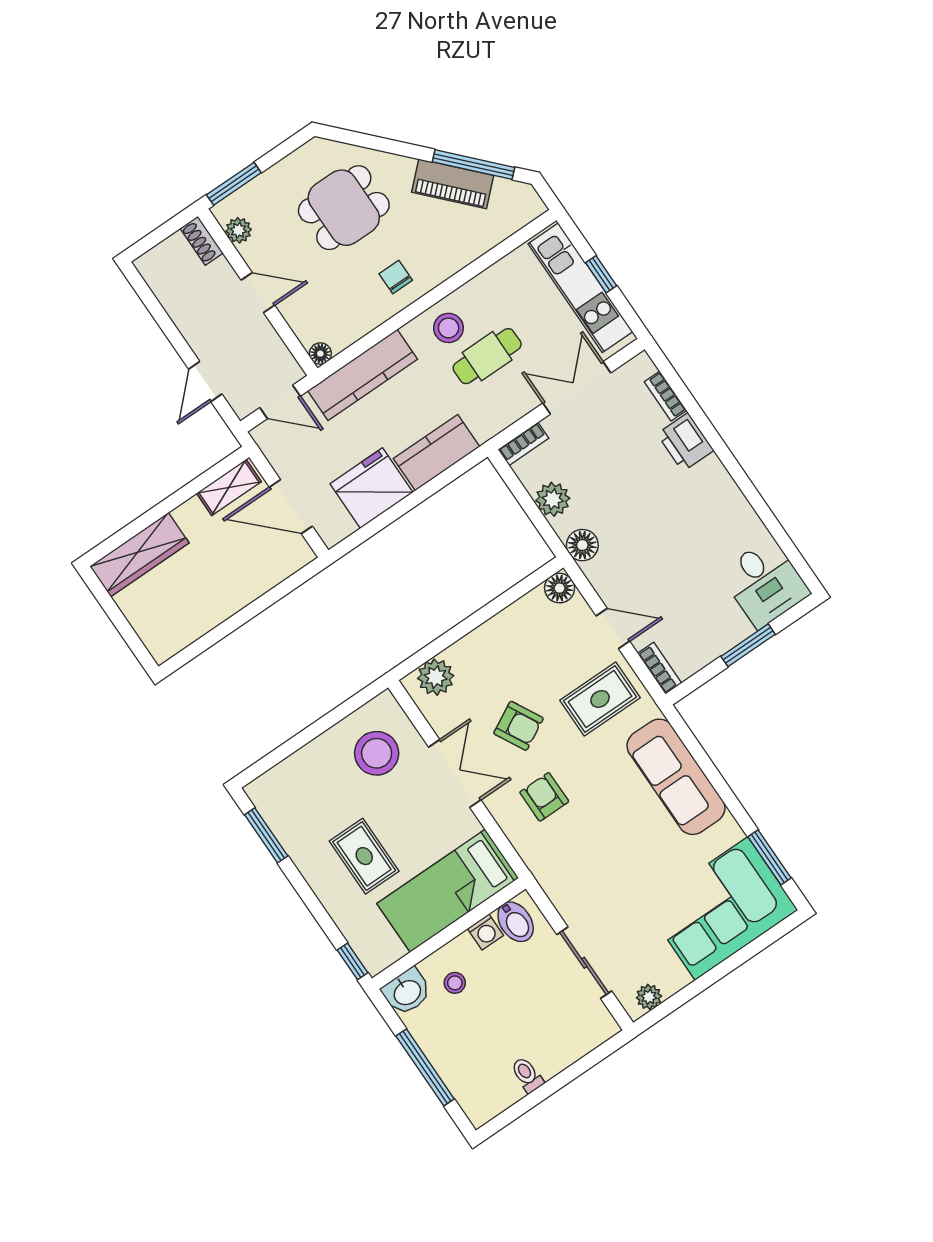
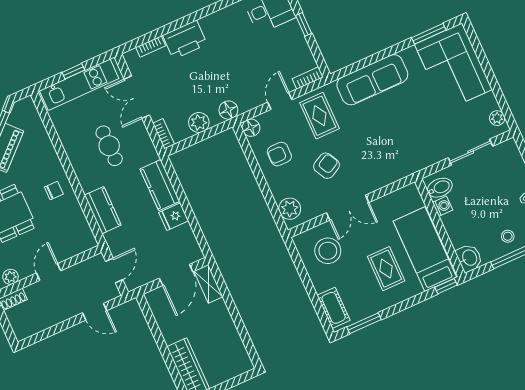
chair: (396, 277) -> (54, 191), turned 180
stool: (449, 328) -> (89, 165), removed
floor lamp: (320, 354) -> (90, 242), removed
kitchen counter: (363, 375) -> (103, 210), width x0.67
printer: (685, 442) -> (185, 40), width x1.37, depth x1.19
shelving: (229, 487) -> (208, 284), moved
fridge: (371, 488) -> (174, 217), width x0.53, depth x0.75
window: (748, 645) -> (304, 24), width x0.67
double door: (455, 773) -> (348, 208), swing flipped
cot: (283, 780) -> (334, 308), added
armchair: (544, 797) -> (279, 154), moved
rug: (364, 856) -> (386, 269), turned 90
bed: (448, 891) -> (425, 249), moved, turned 180
stool: (455, 983) -> (508, 236), moved

